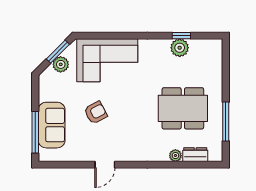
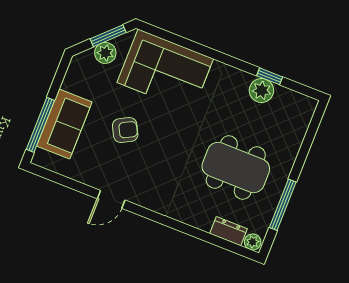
plant: (175, 156) -> (253, 242), moved

